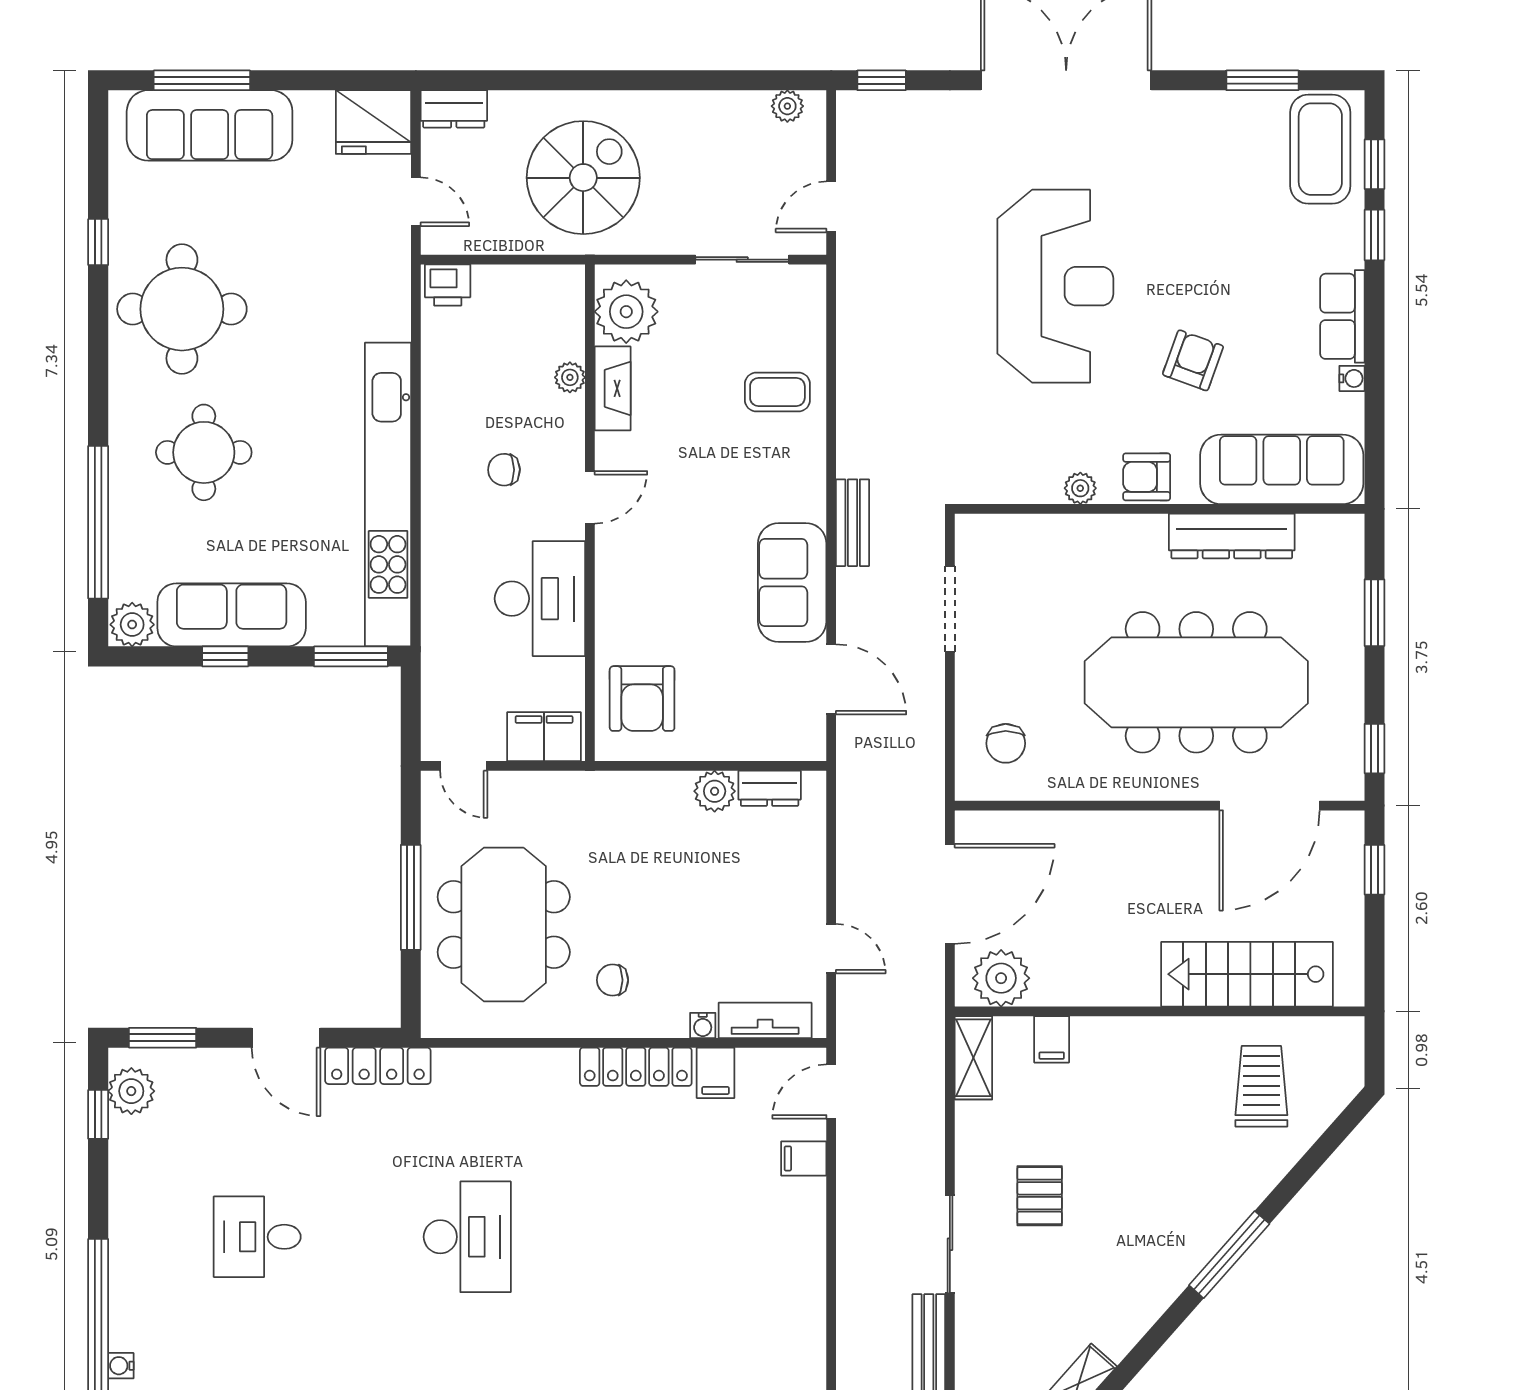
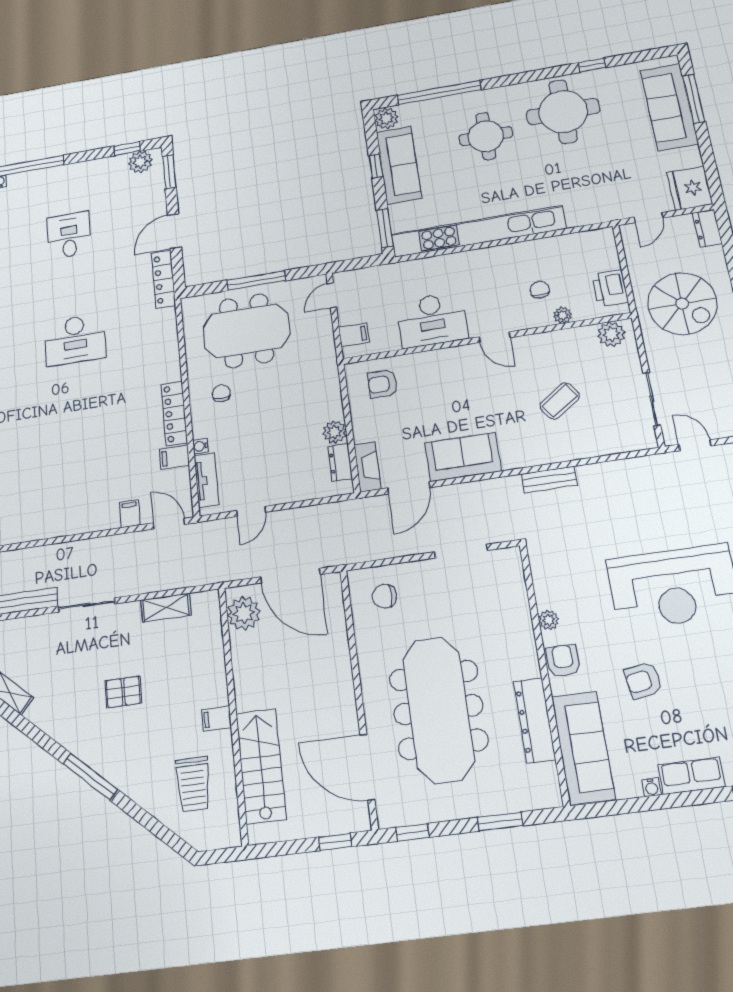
printer: (448, 285) -> (610, 288), moved, width x1.36, depth x1.24
plant: (626, 312) -> (611, 334), width x0.73, depth x0.73
armchair: (1193, 360) -> (643, 680), turned 151
fireplace: (613, 388) -> (367, 467), moved, turned -90
coffee table: (777, 392) -> (560, 401), moved, turned 55
chair: (504, 470) -> (540, 290), moved
bench: (853, 523) -> (549, 480), moved
armchair: (642, 699) -> (383, 384), width x0.72, depth x0.72
filing cabinet: (544, 737) -> (354, 335), width x0.50
filing cabinet: (1052, 1039) -> (216, 718), moved
shelving: (973, 1058) -> (166, 608), moved
trolley: (1261, 1086) -> (193, 784), turned 90
pallet: (1040, 1196) -> (123, 692), moved

